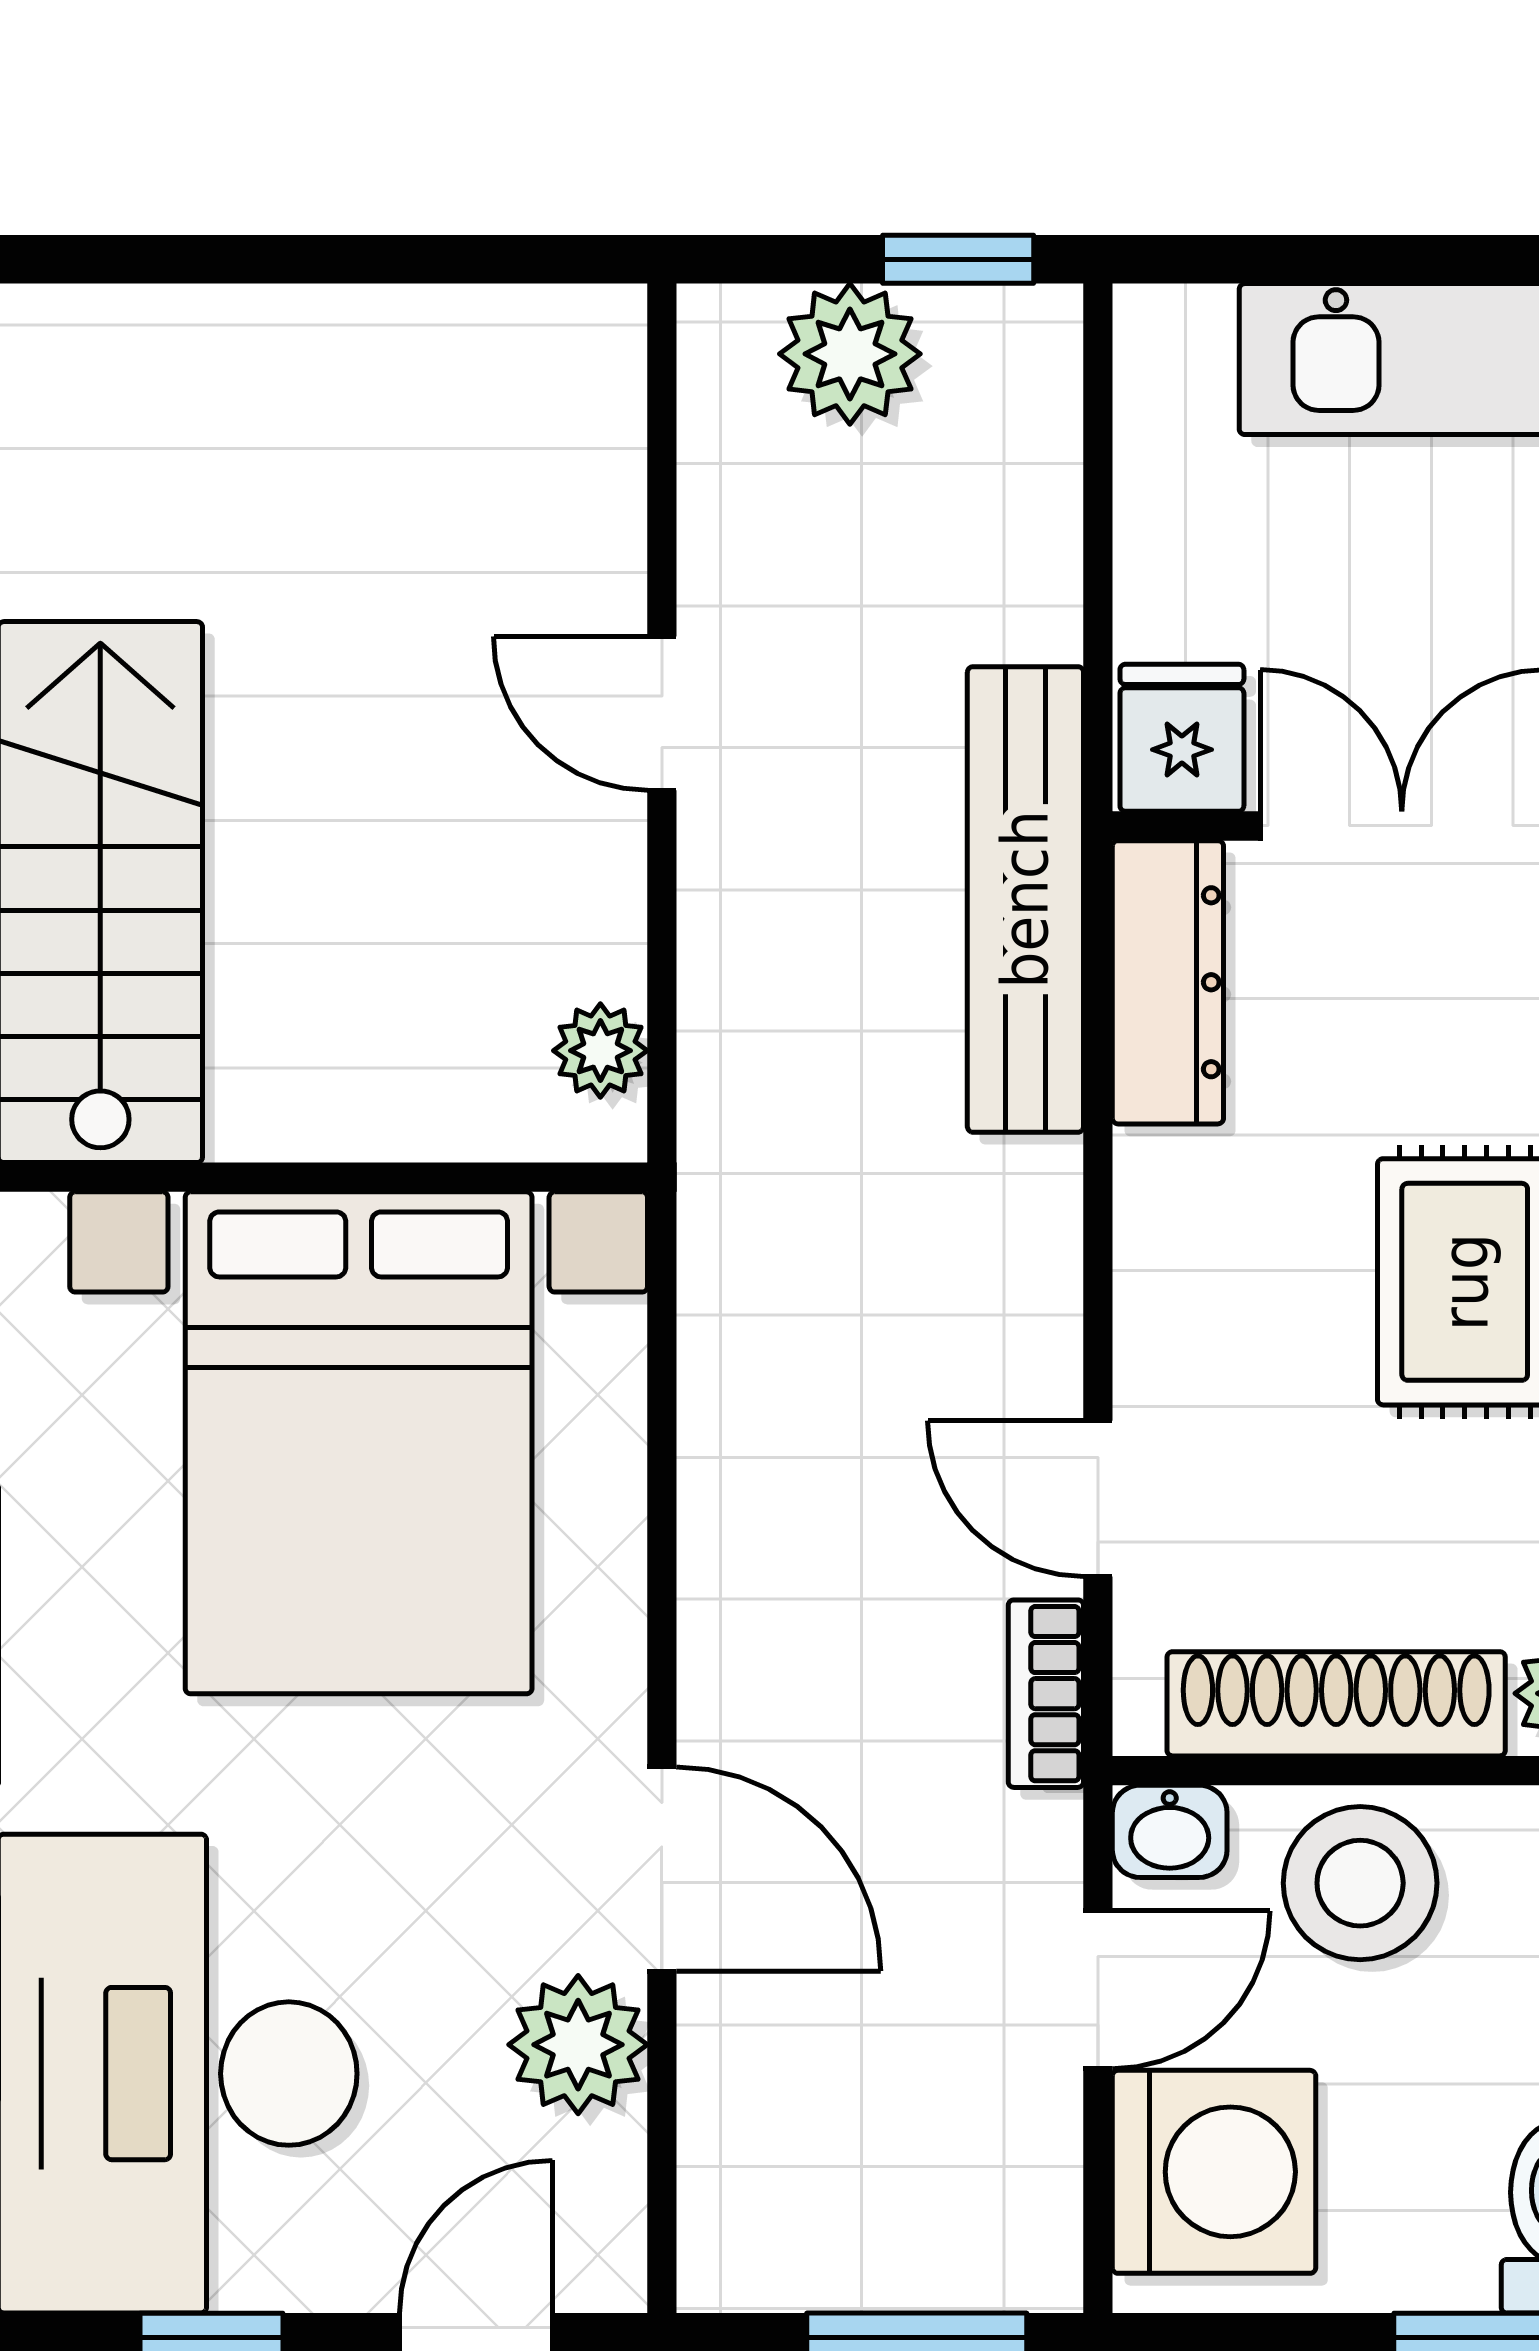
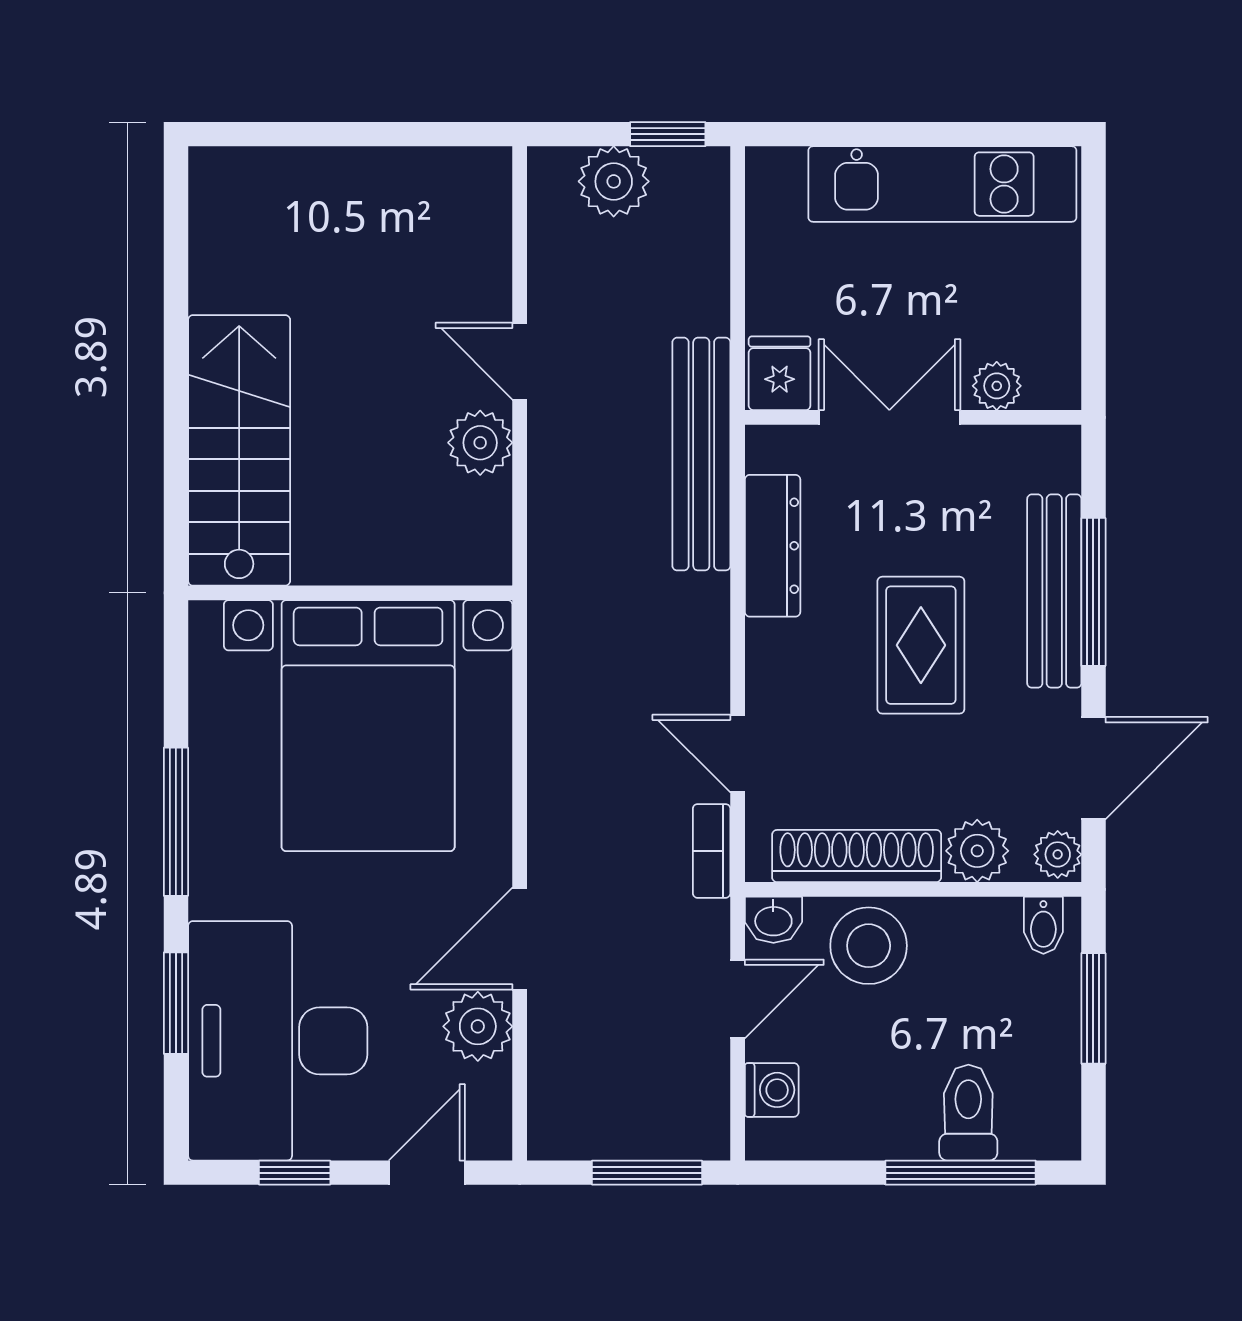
dresser: (1168, 982) -> (773, 546), moved
plant: (600, 1051) -> (480, 443), moved, width x1.38, depth x1.38
door: (662, 1869) -> (520, 939), swing flipped
washing machine: (1214, 2172) -> (772, 1090), width x0.53, depth x0.53

